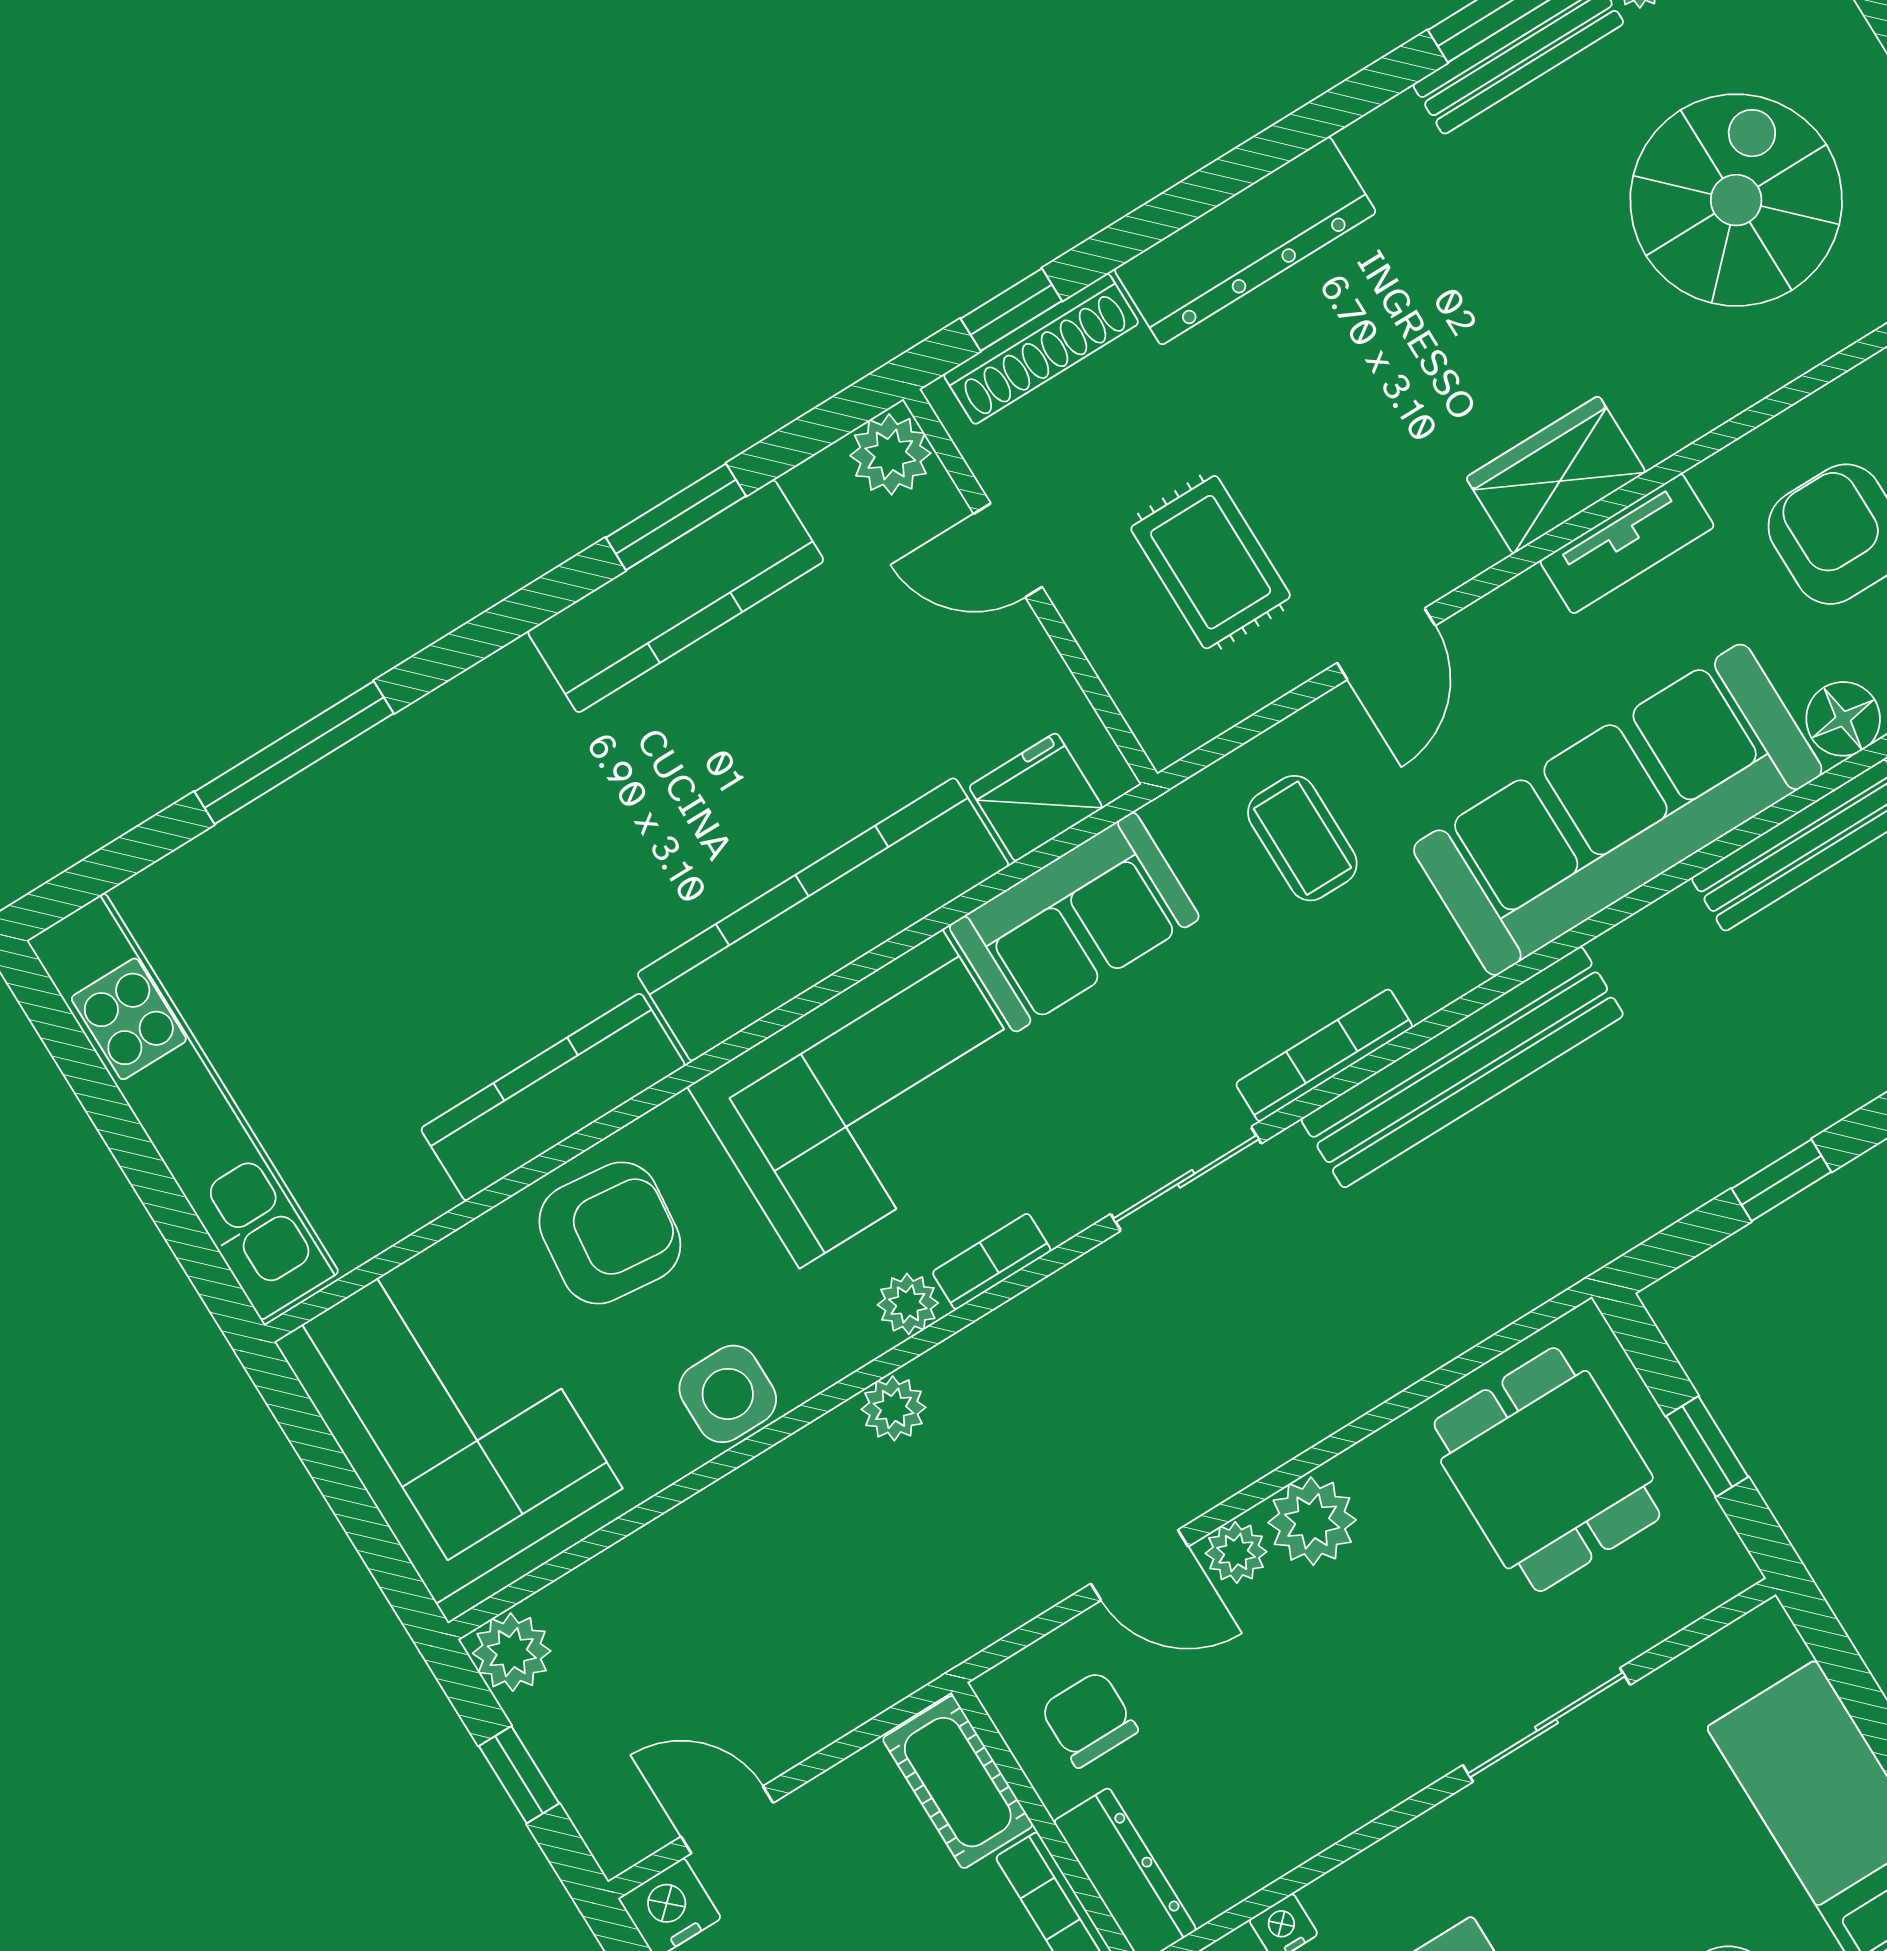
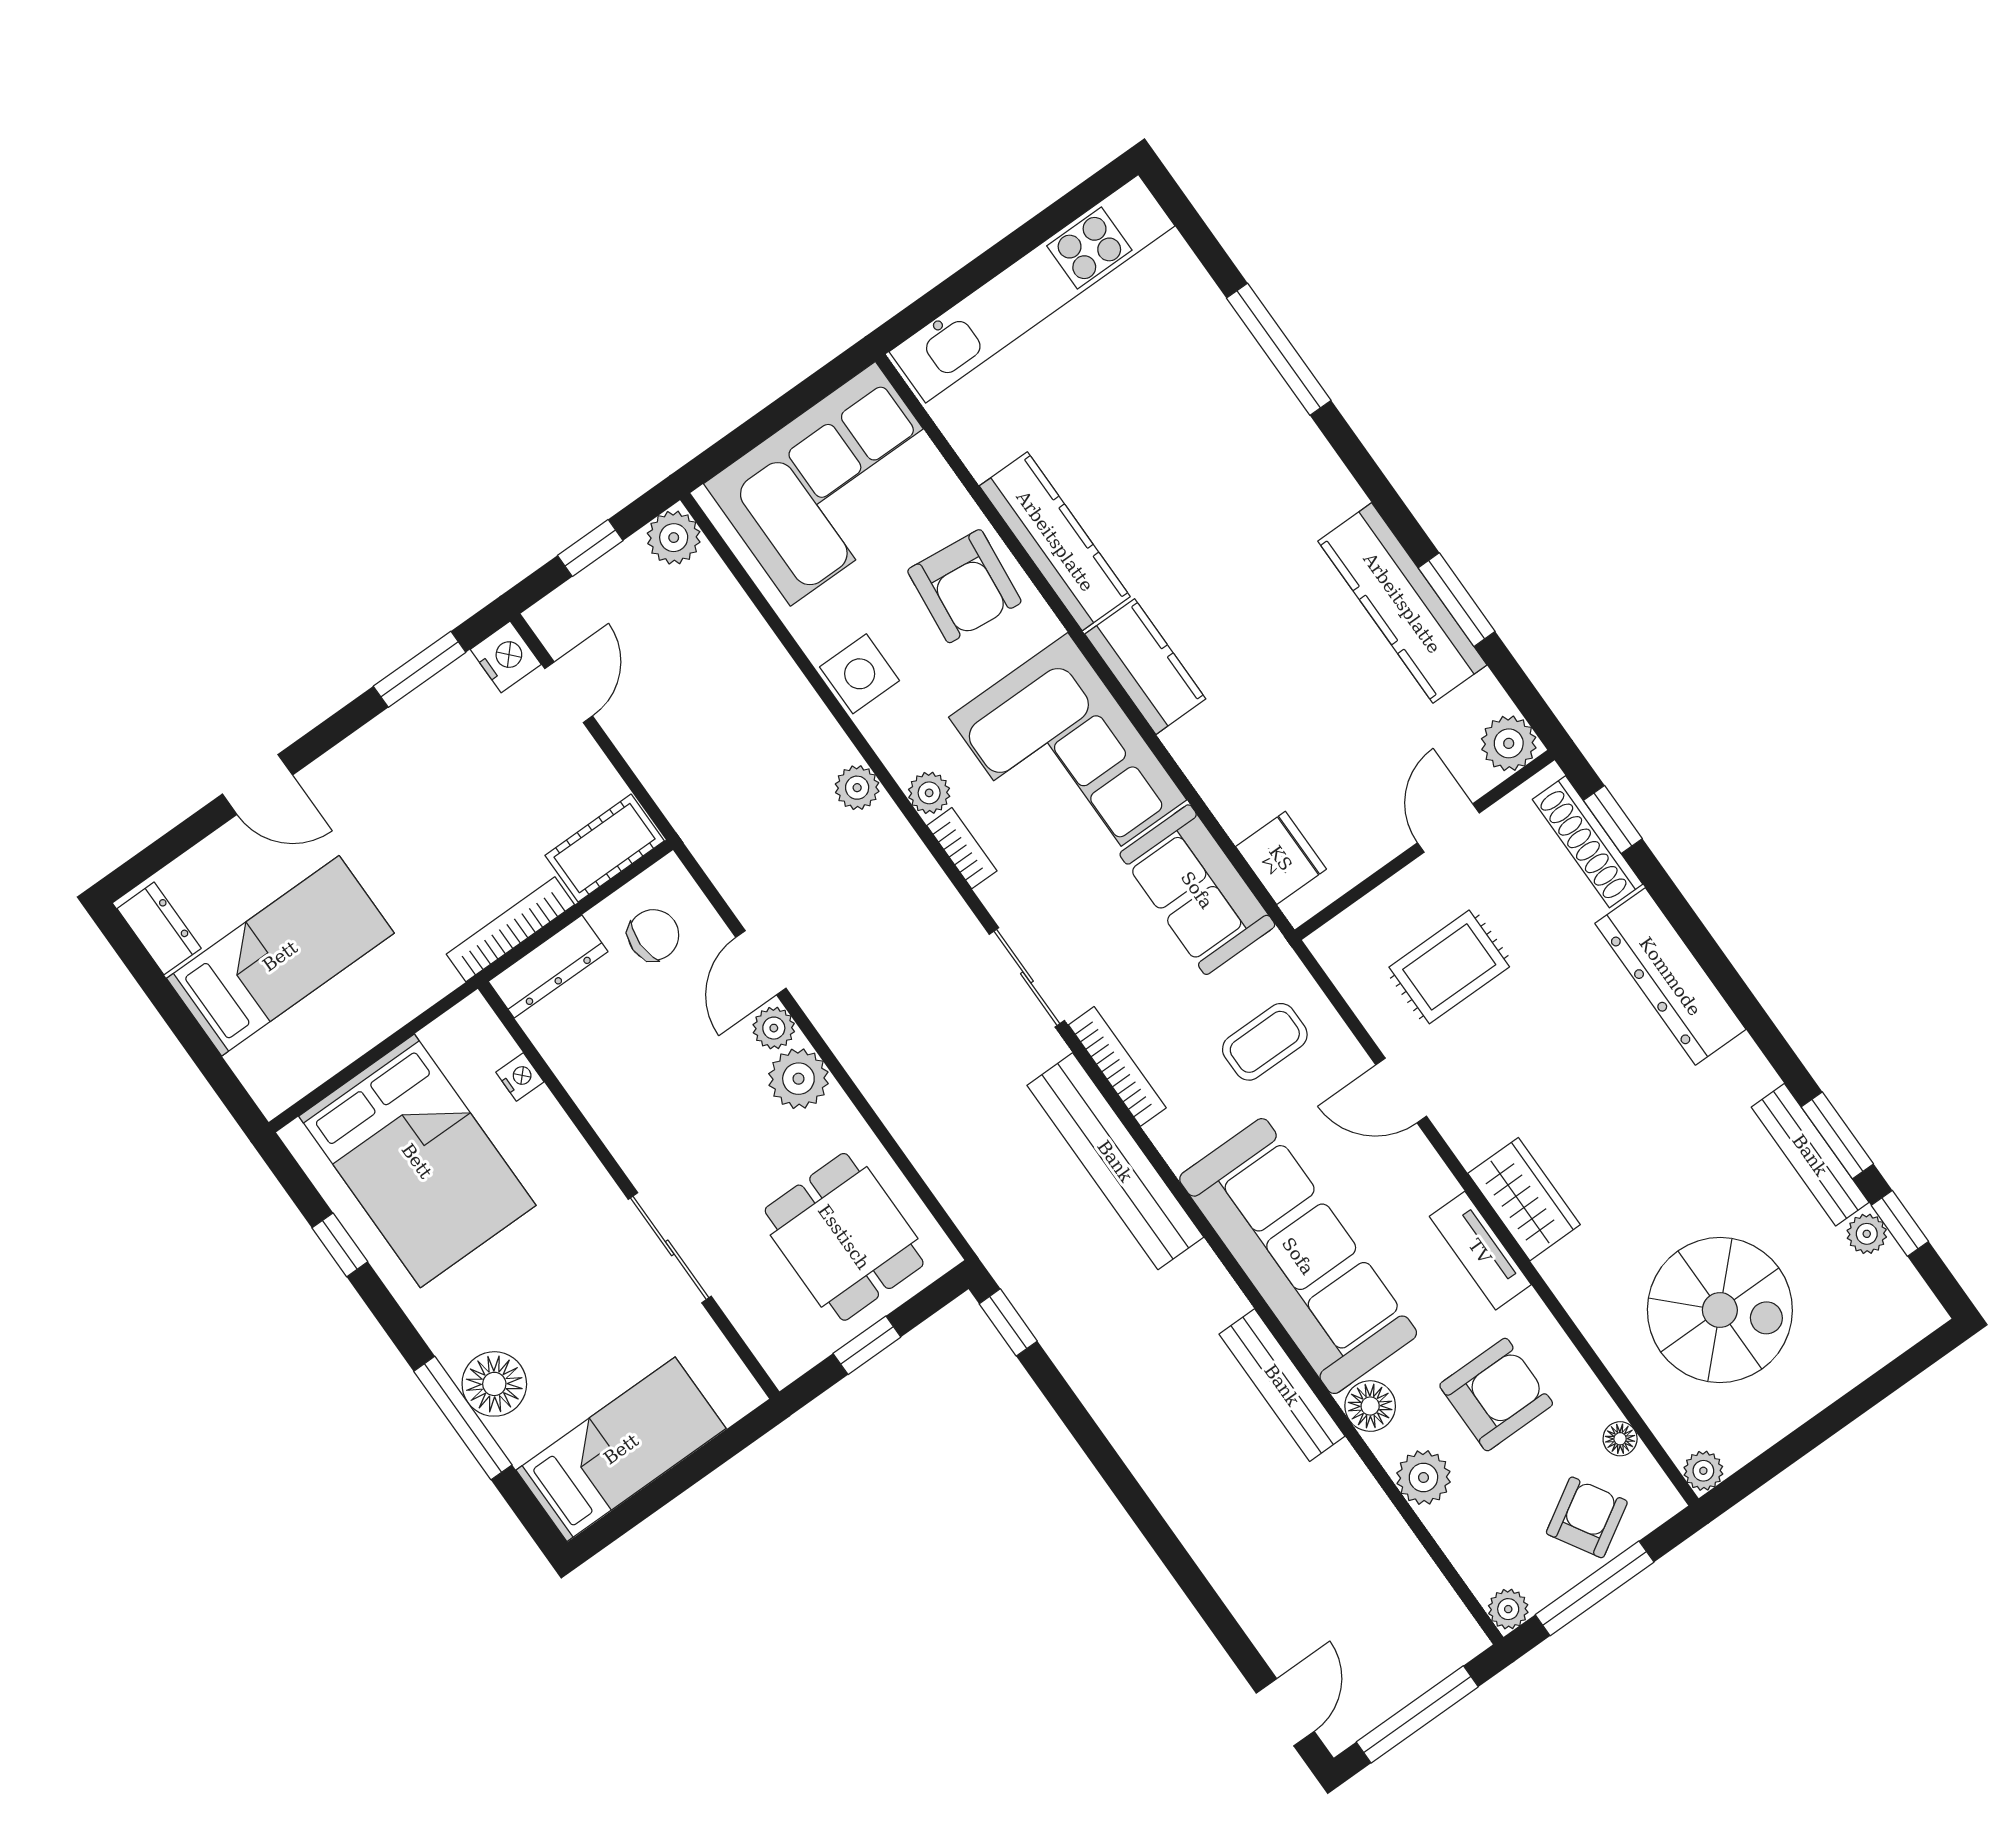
kitchen counter: (823, 919) -> (1145, 667), width x0.48, depth x0.86
window: (1781, 1180) -> (1008, 1322), moved
dining table: (1547, 1470) -> (844, 1237), turned 90

